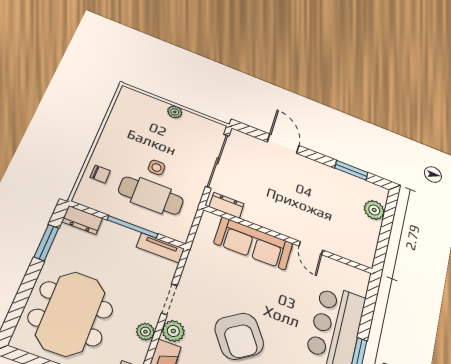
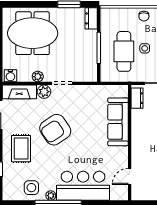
chair: (100, 174) -> (144, 16), moved
tv unit: (160, 248) -> (92, 68), removed
door: (311, 248) -> (130, 176), moved

